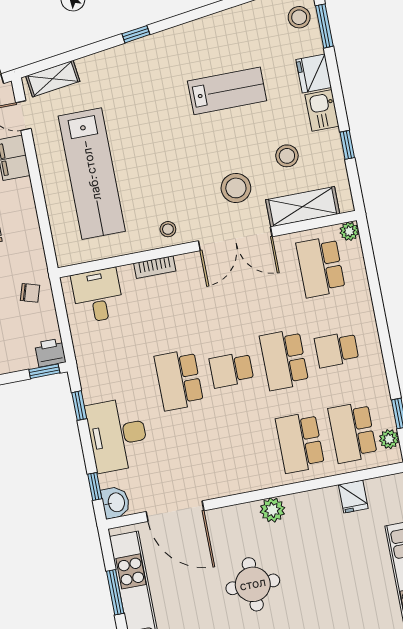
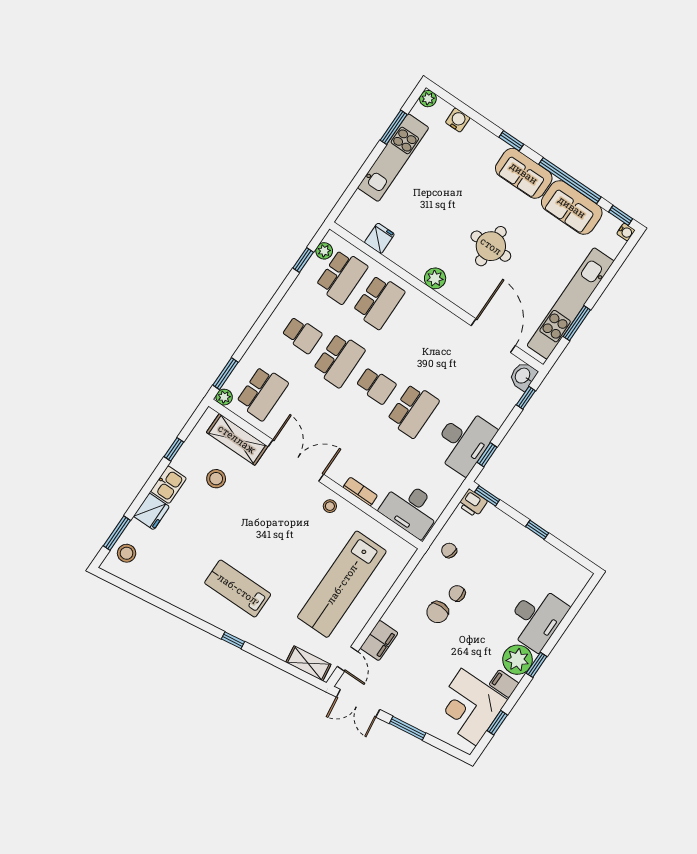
lab bench: (227, 91) -> (238, 589), moved
lab bench: (92, 174) -> (342, 584), turned 180
stool: (236, 188) -> (265, 490), removed
window: (368, 252) -> (226, 374), added
desk: (98, 295) -> (411, 509), width x1.37
desk: (118, 435) -> (464, 441), moved

